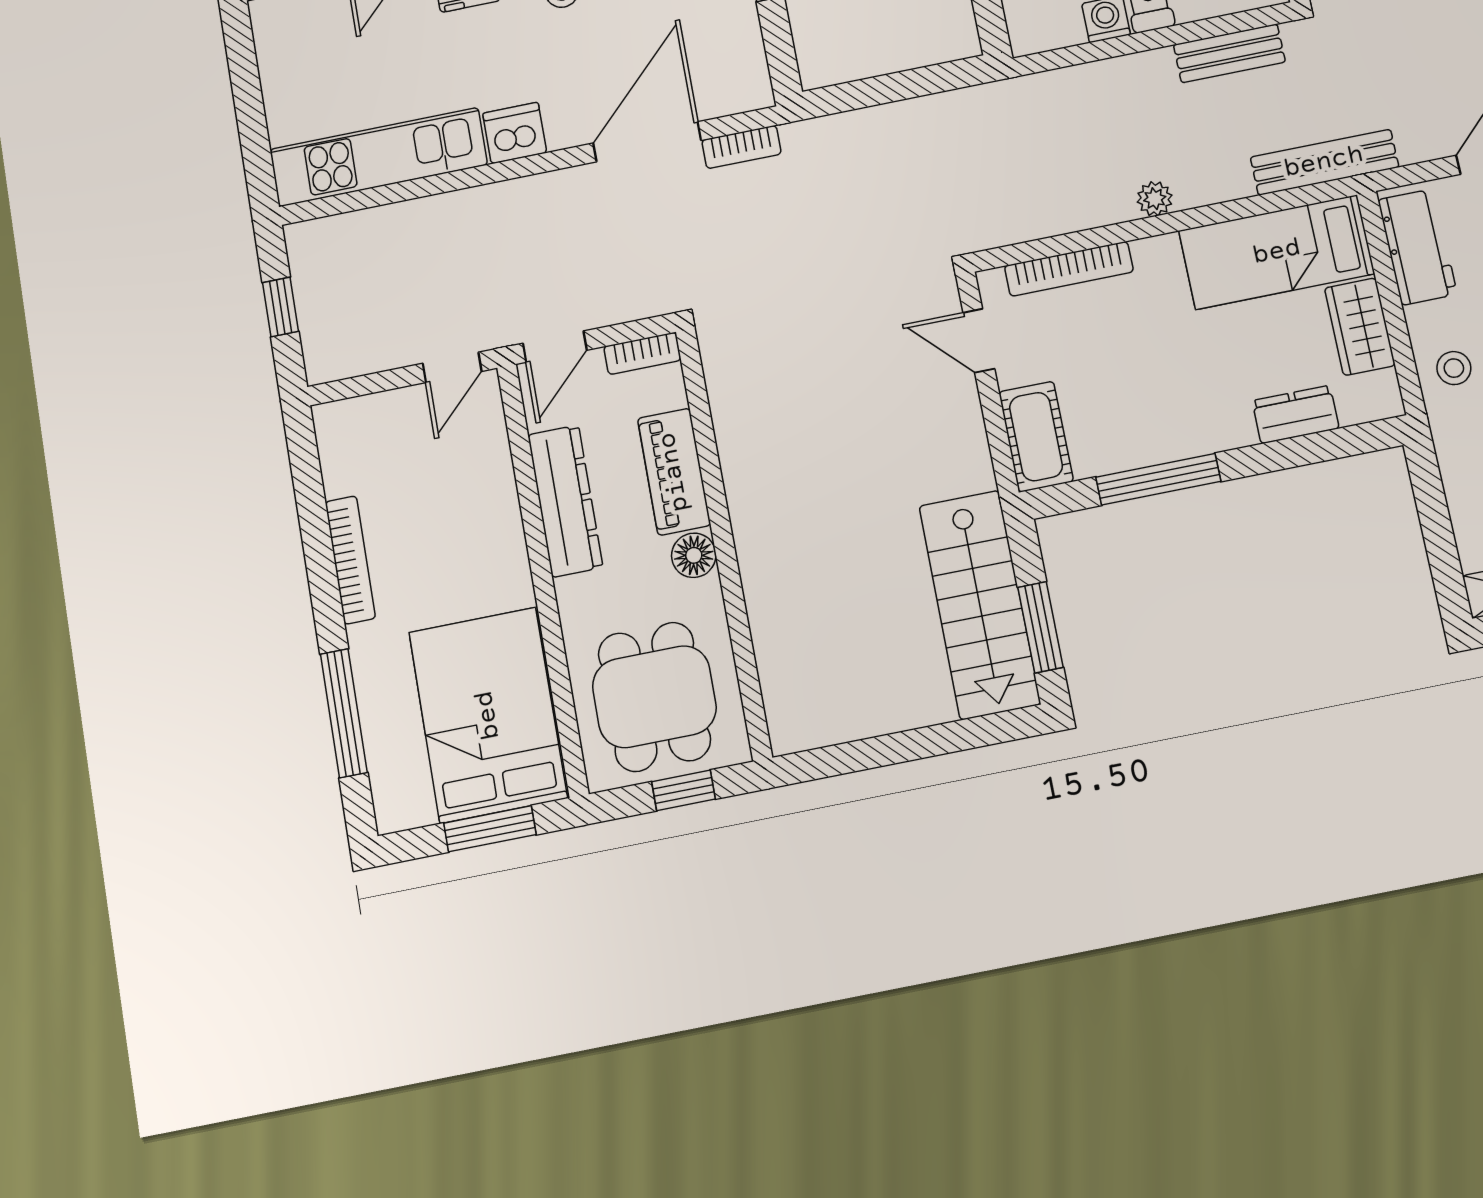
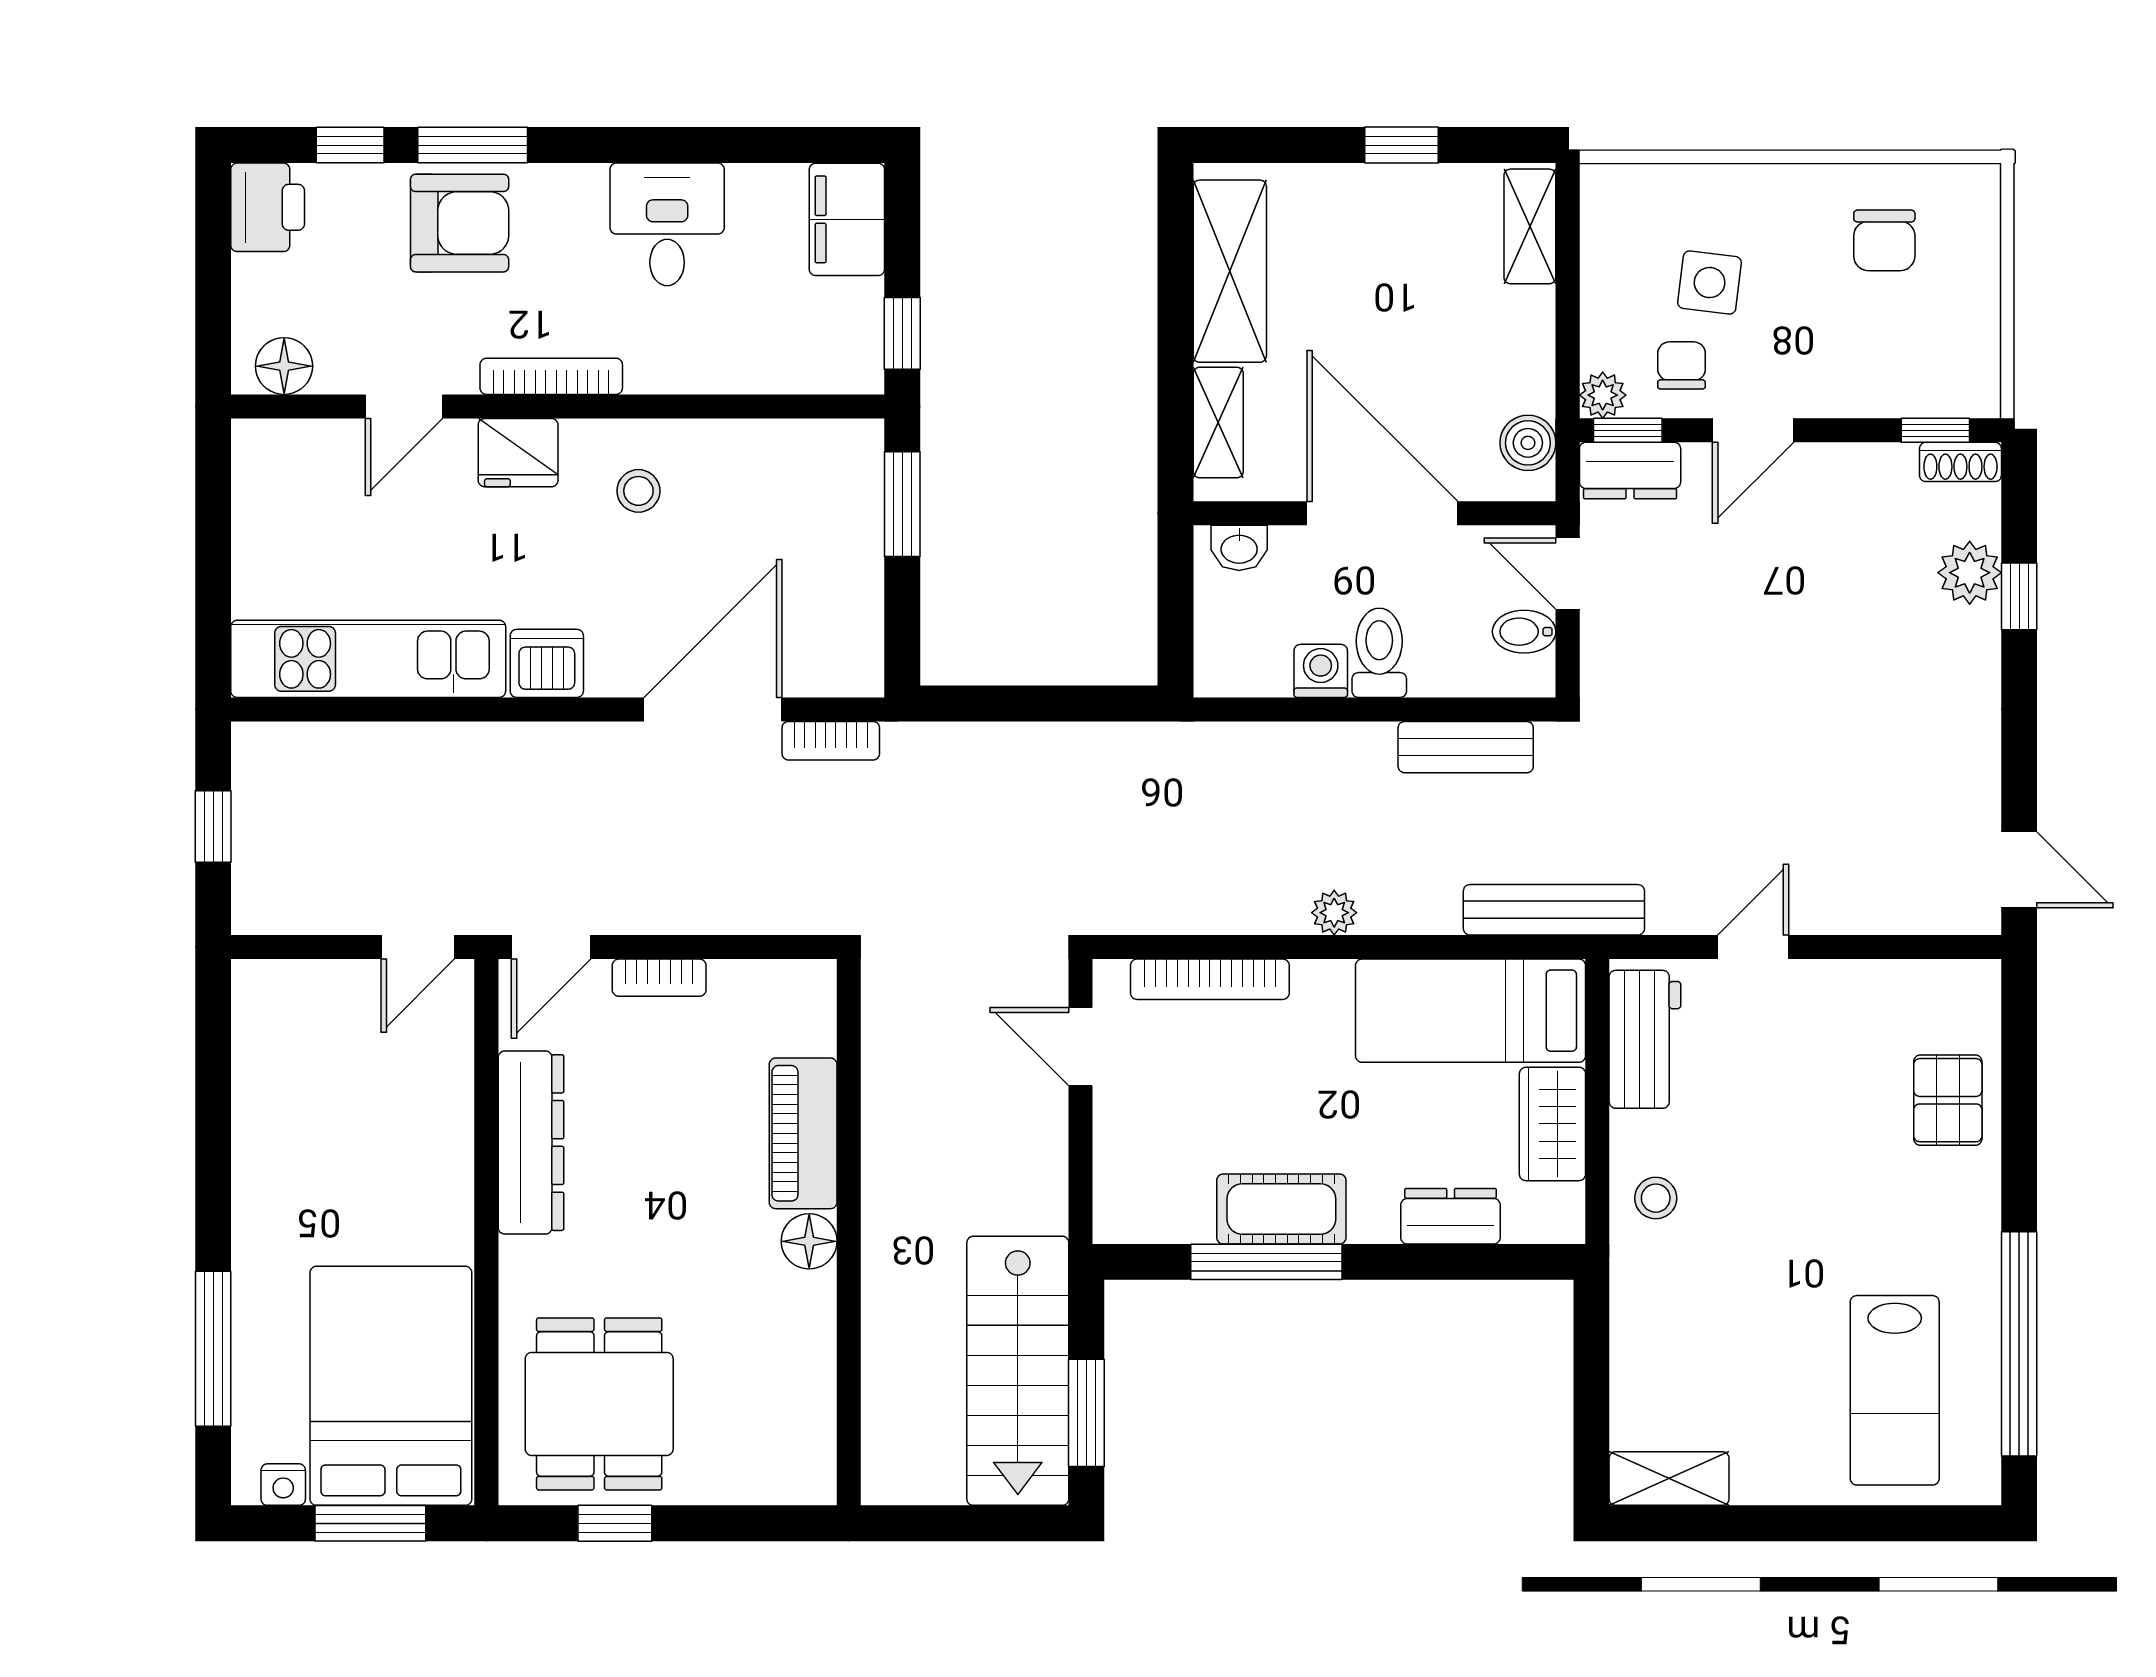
cot: (1036, 437) -> (1281, 1209), moved, turned 90
piano: (674, 472) -> (803, 1133), moved
wall: (723, 542) -> (849, 1232), moved
floor lamp: (694, 555) -> (809, 1241), moved
bookcase: (350, 560) -> (251, 1162), removed
nightstand: (416, 811) -> (283, 1485), added

